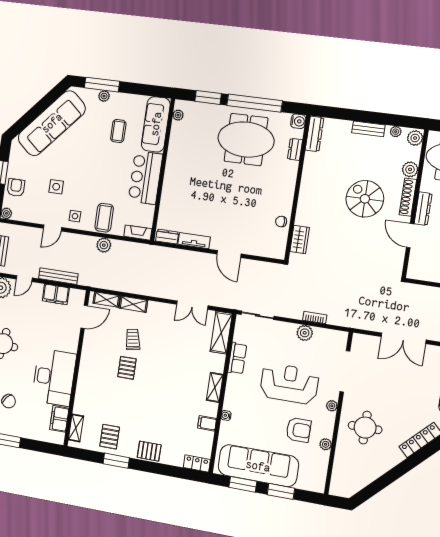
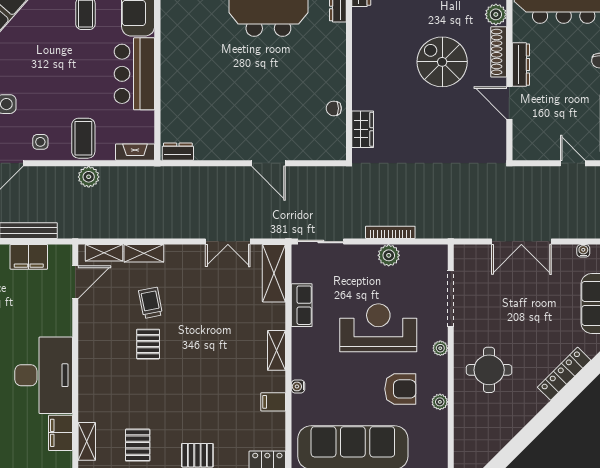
tv unit: (194, 241) -> (217, 152), removed
bookcase: (315, 318) -> (390, 232), width x1.56

